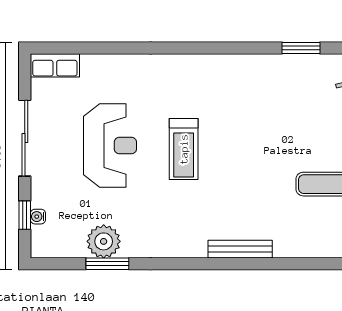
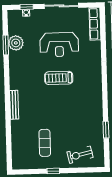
row of seats: (55, 65) -> (95, 24), width x1.48

